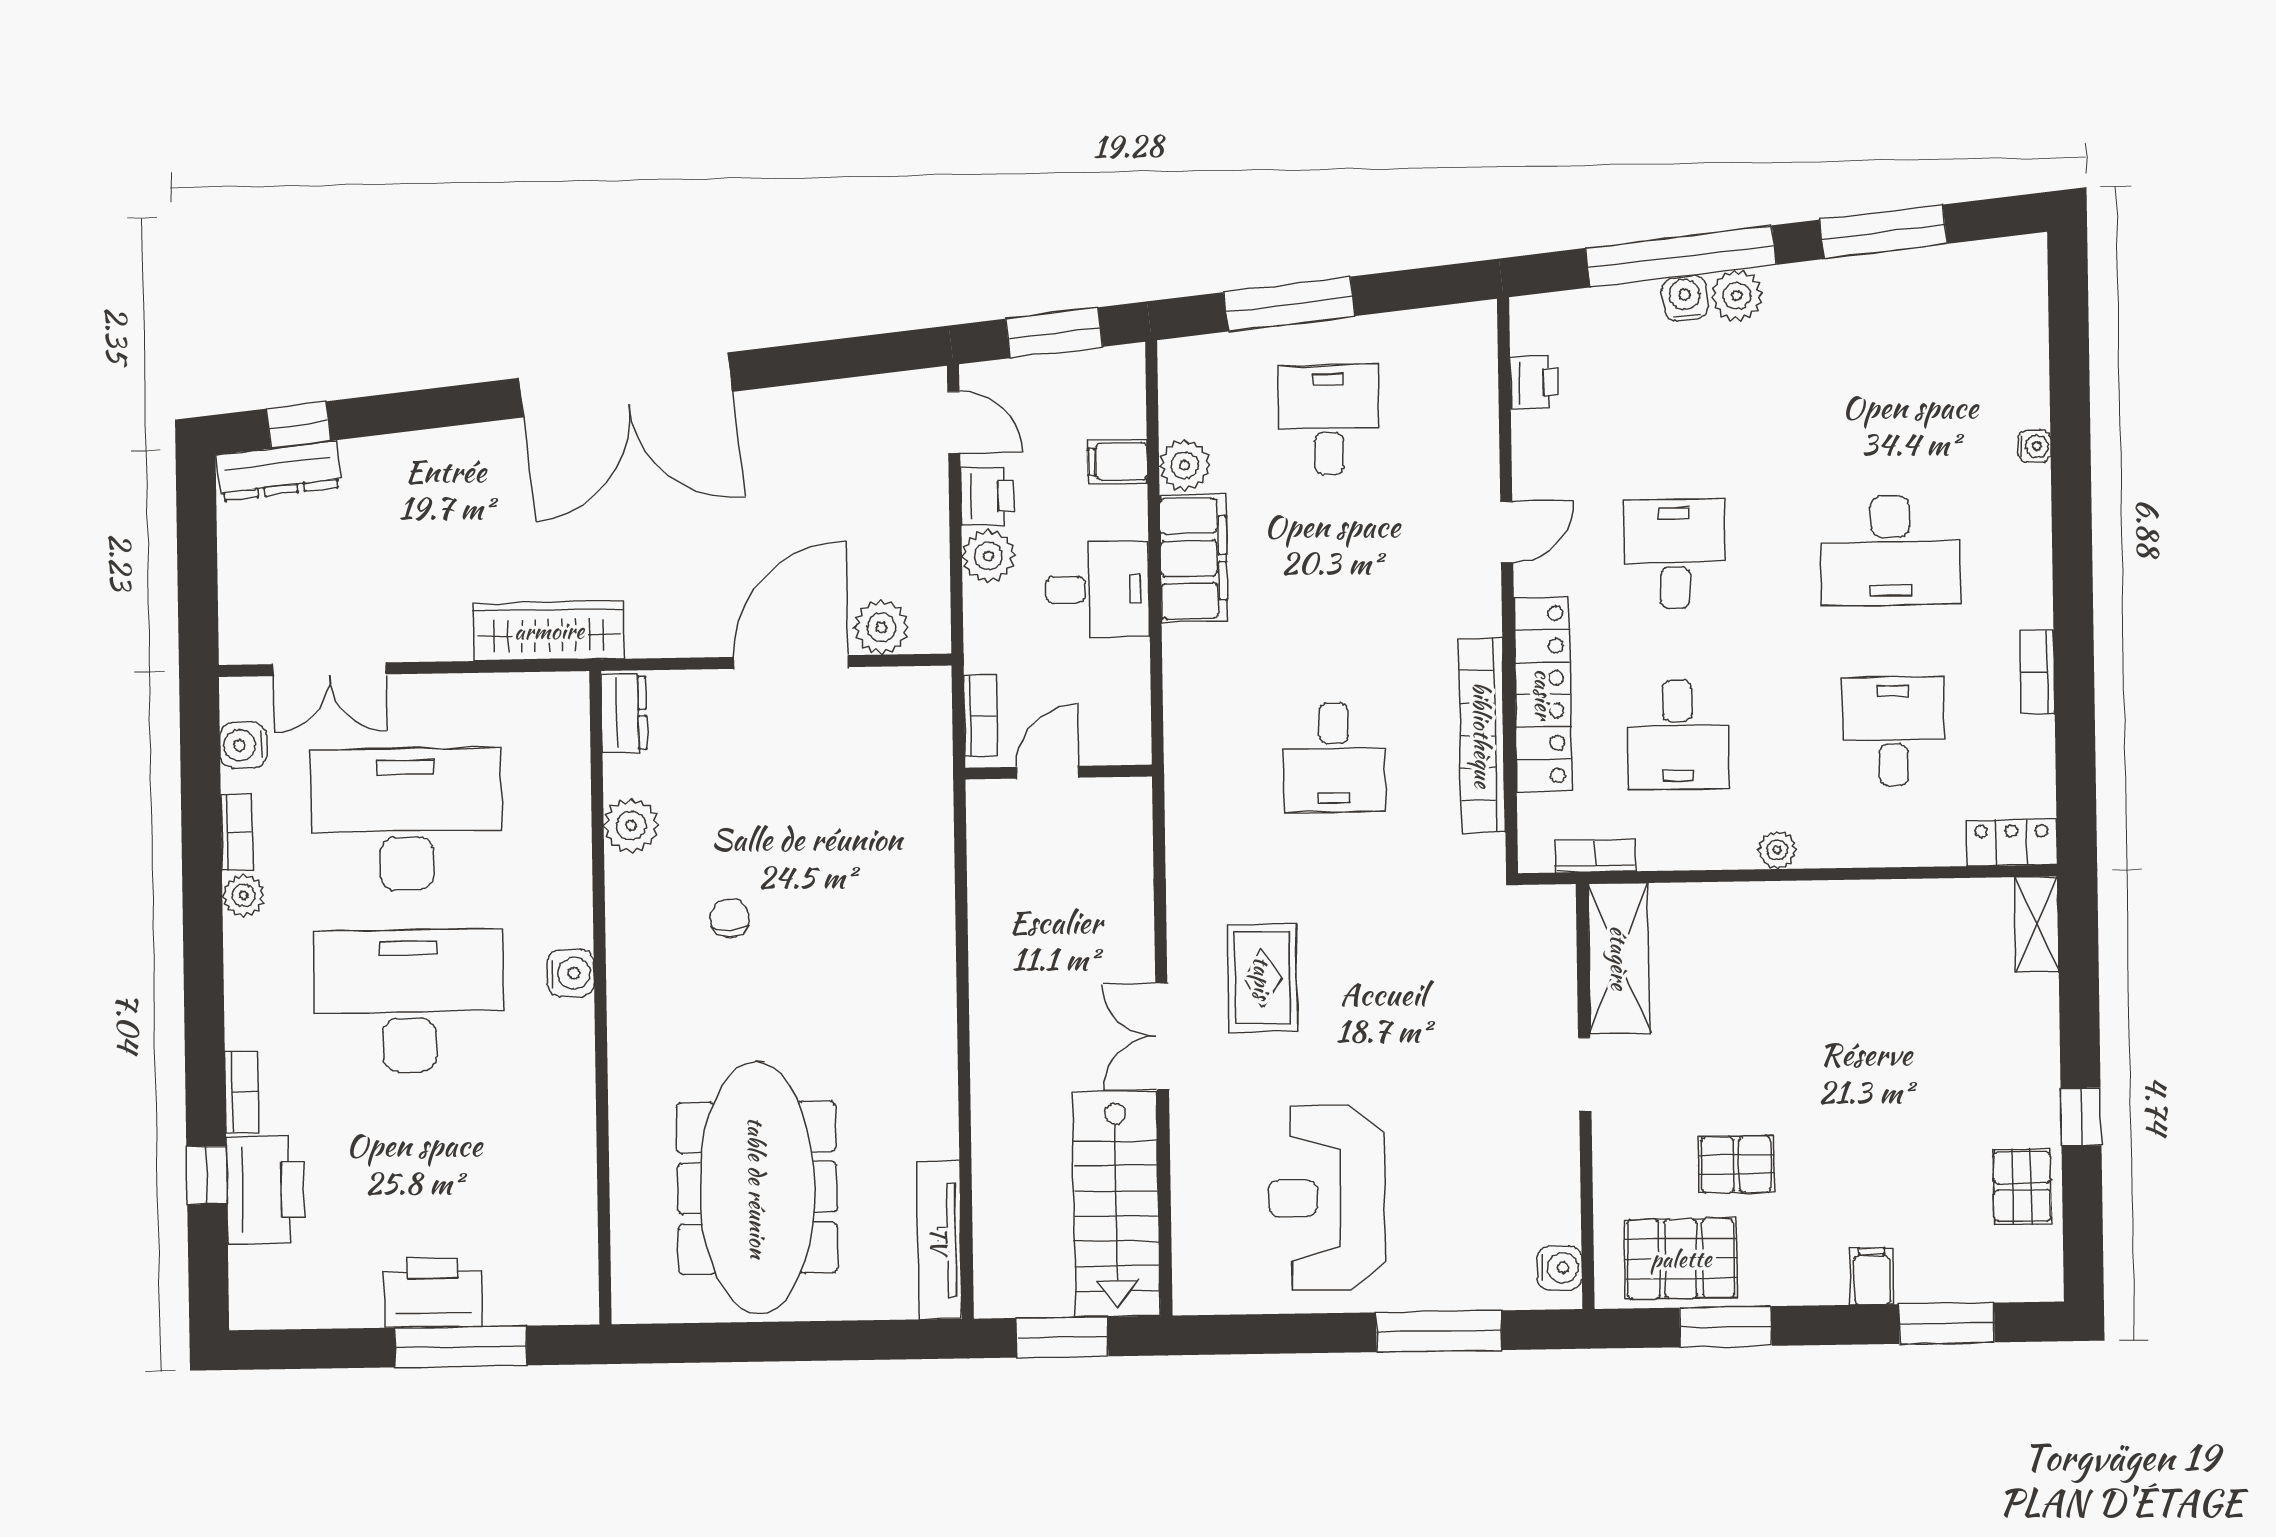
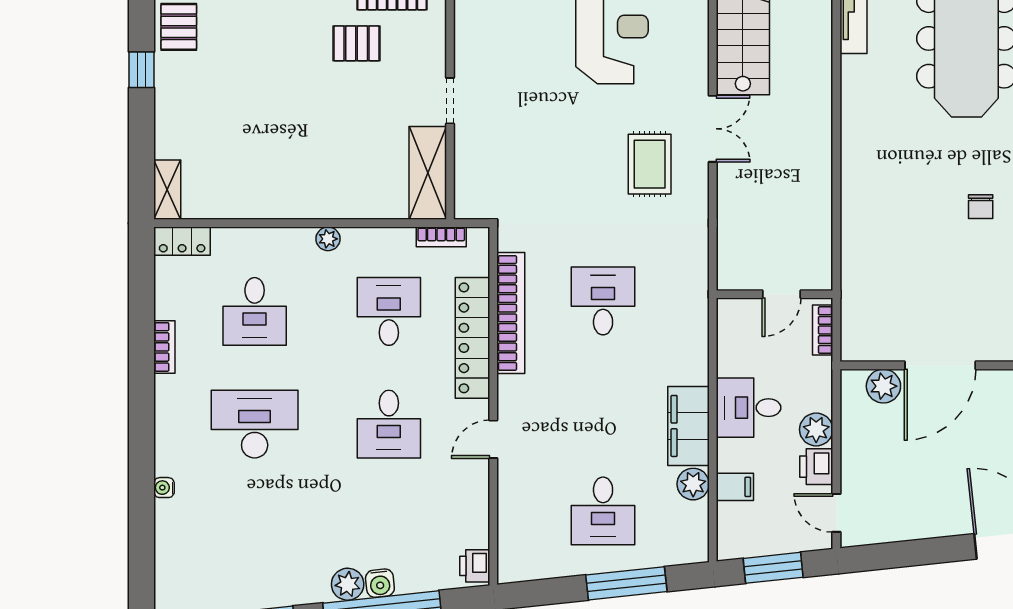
printer: (1534, 383) -> (475, 566), moved

